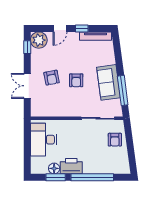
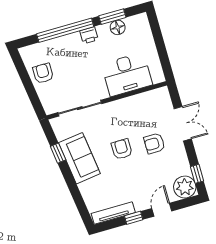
armchair: (52, 78) -> (154, 143), turned -79
window: (123, 90) -> (58, 153), width x0.46
desk: (43, 140) -> (127, 74), moved, turned 90
armchair: (115, 140) -> (43, 73), moved
printer: (71, 166) -> (89, 35), width x0.53, depth x0.68

